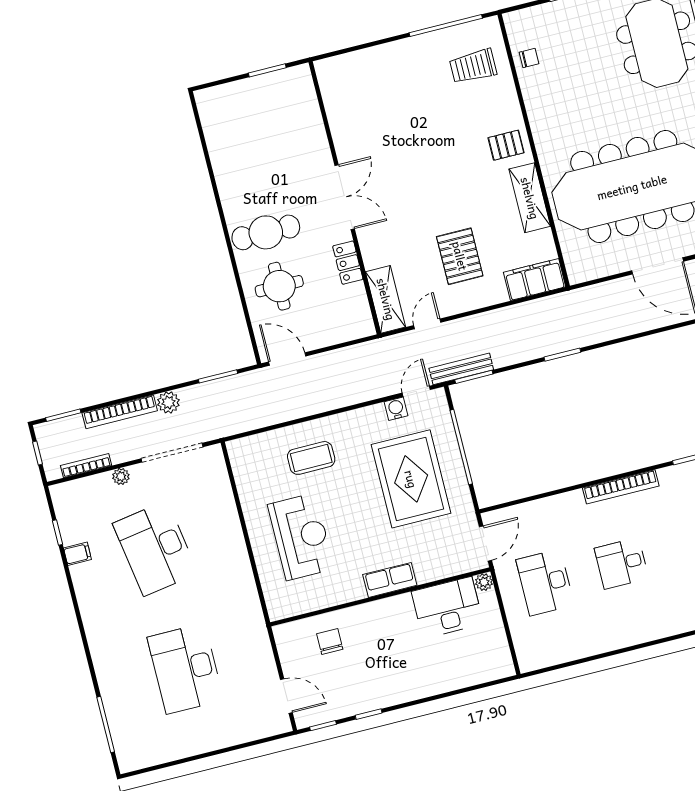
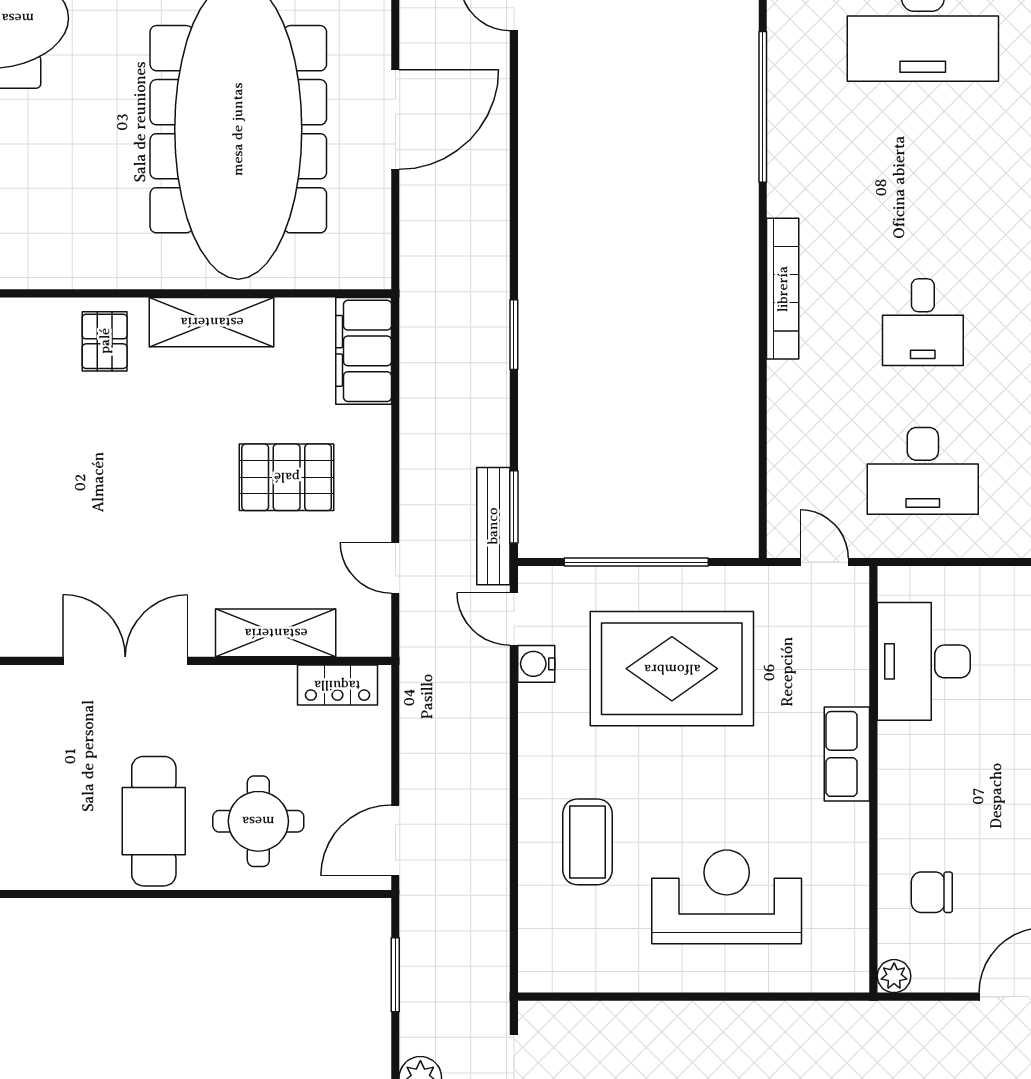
locker: (348, 263) -> (337, 685), moved
shelving: (386, 299) -> (276, 633), moved
door: (486, 544) -> (824, 562), width x0.73
plant: (484, 582) -> (894, 976), moved

